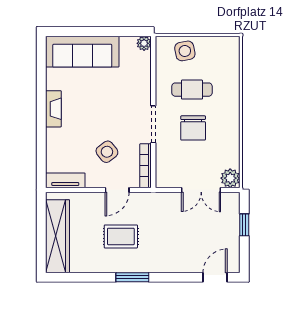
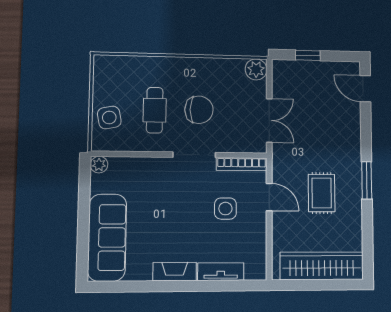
side table: (107, 152) -> (225, 209), turned 38
tv unit: (65, 180) -> (221, 272), moved, turned 90
double door: (201, 190) -> (269, 120), moved

